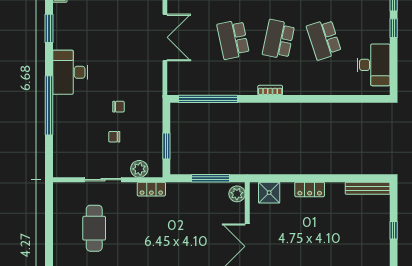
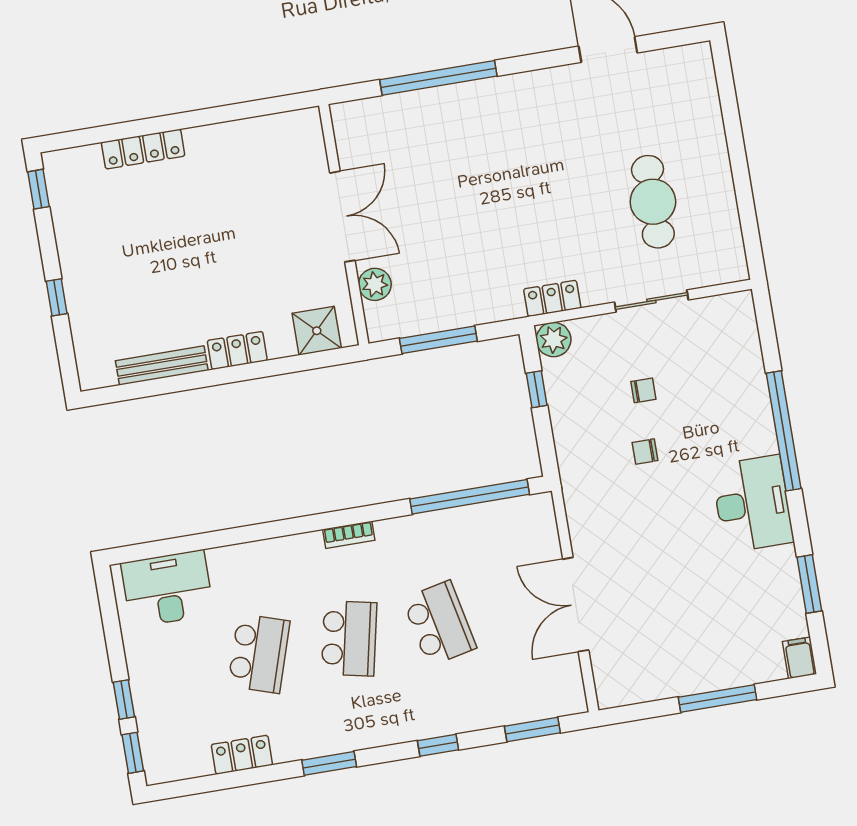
school desk: (324, 39) -> (259, 654), turned 36
desk: (373, 65) -> (167, 589), moved, turned 90
window: (166, 146) -> (537, 389), width x0.67
plant: (139, 169) -> (554, 340), moved
bench: (368, 188) -> (162, 366), moved
plant: (237, 194) -> (375, 284), moved

